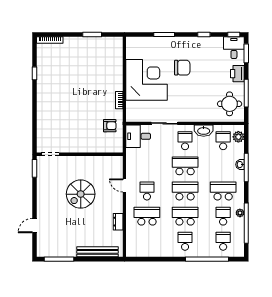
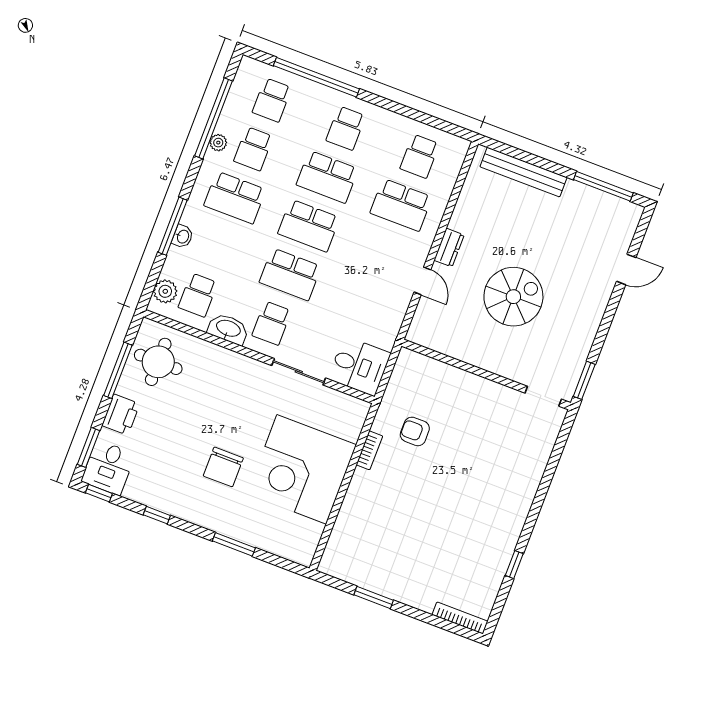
chair: (182, 68) -> (223, 467), turned -90
armchair: (110, 126) -> (415, 431), moved
school desk: (147, 191) -> (420, 156), moved
dresser: (118, 222) -> (449, 248), moved

